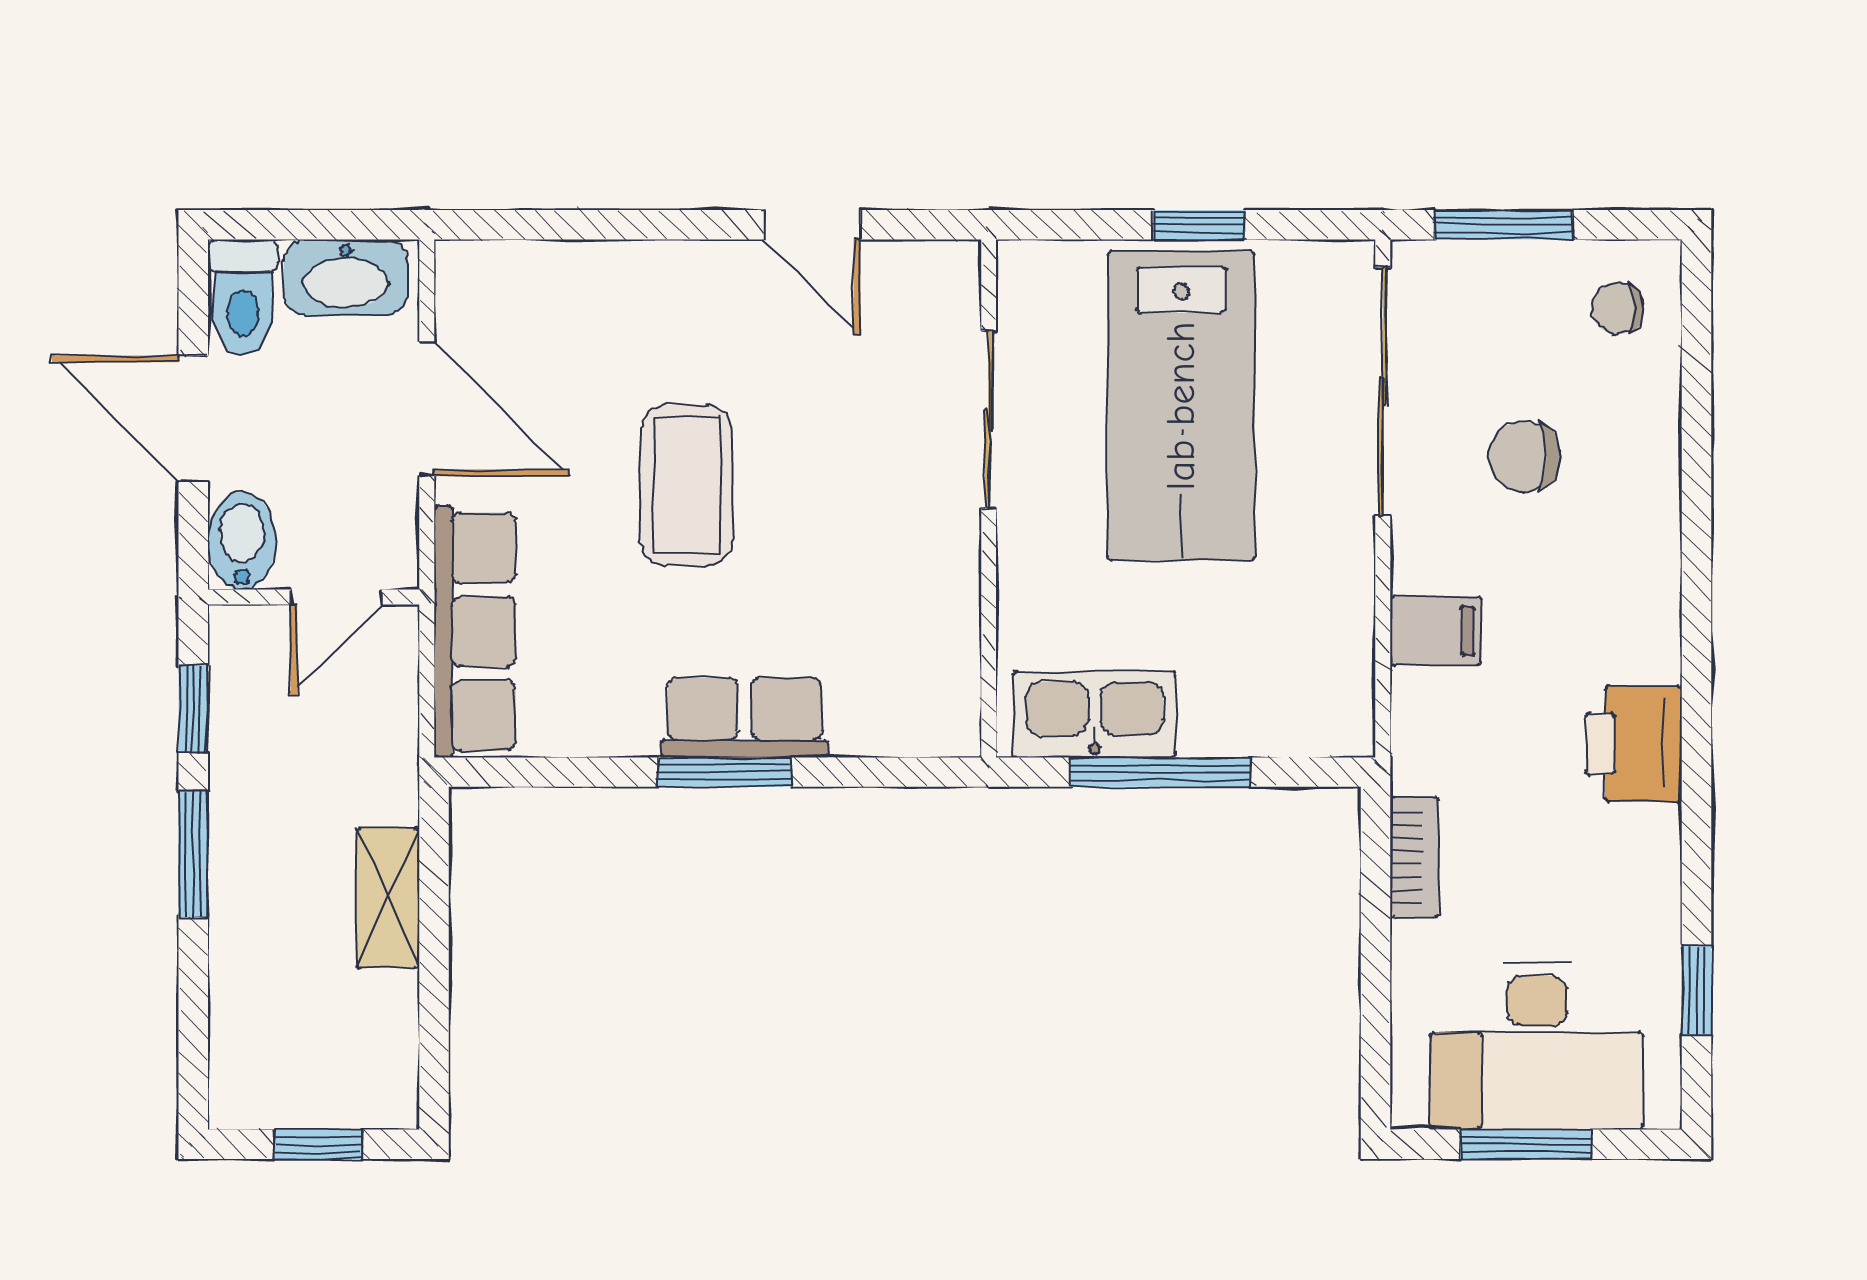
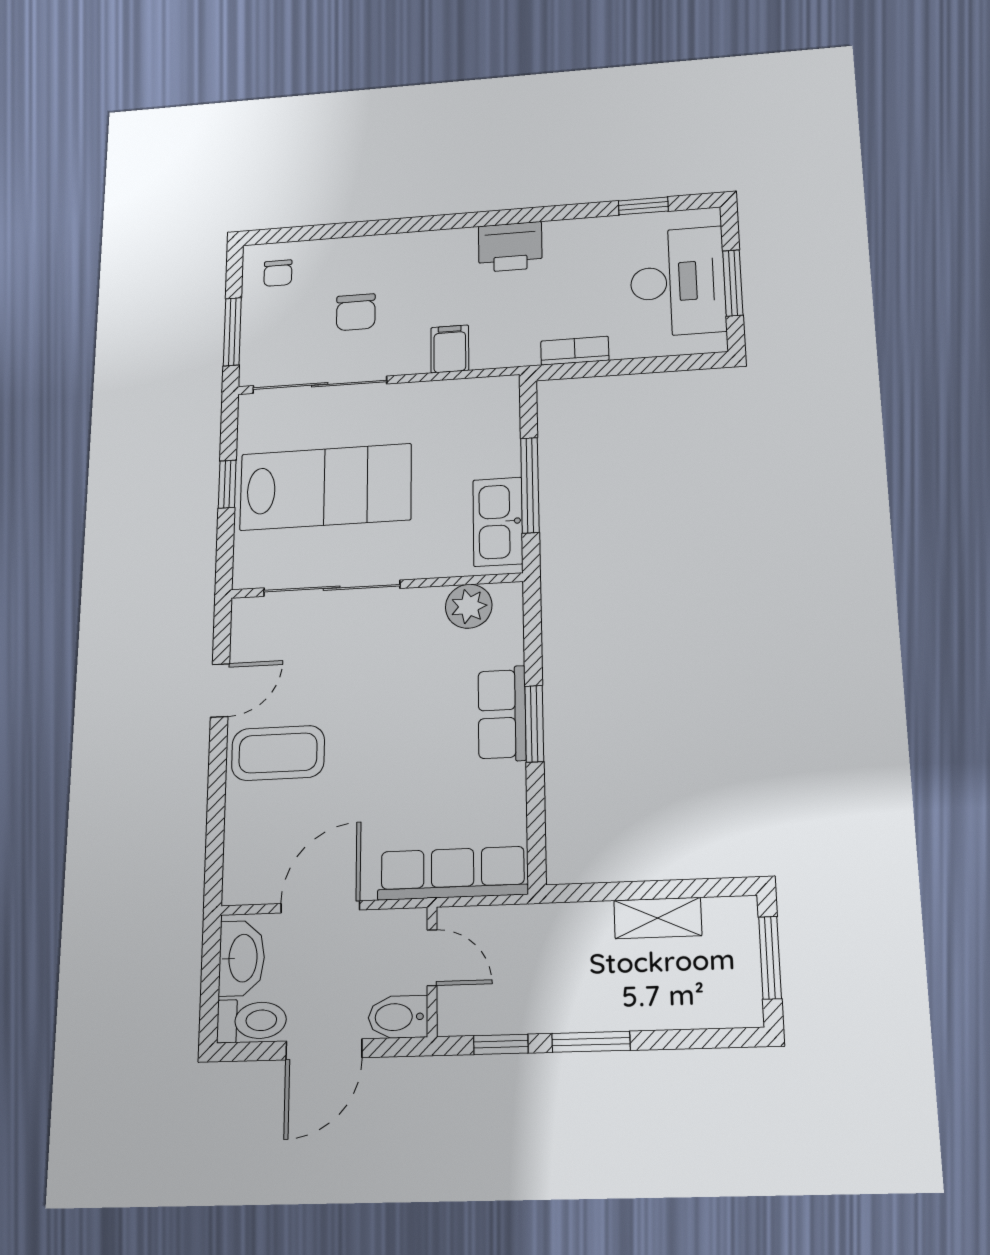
sliding door: (989, 420) -> (332, 588), width x1.37
coffee table: (687, 485) -> (278, 753), moved
plant: (941, 662) -> (469, 606), added
shelving: (388, 898) -> (658, 918), moved
window: (318, 1144) -> (770, 958), width x1.50

